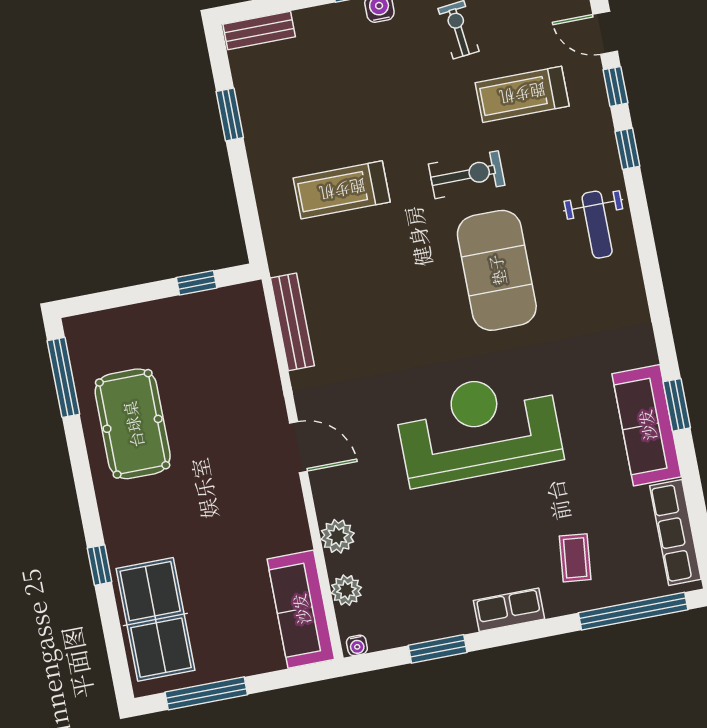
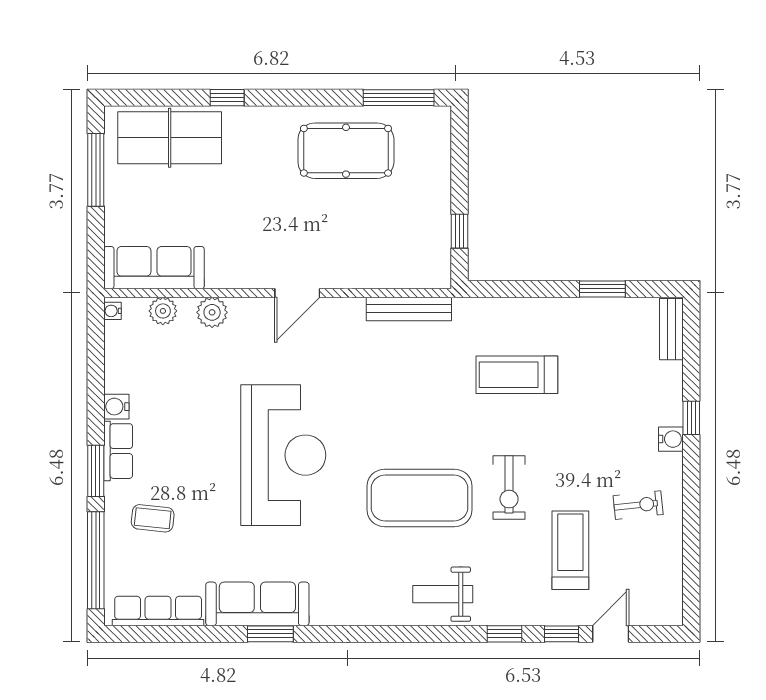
treadmill: (342, 190) -> (517, 375), turned -90
water cooler: (461, 621) -> (116, 407), added
window: (438, 649) -> (96, 471), moved

